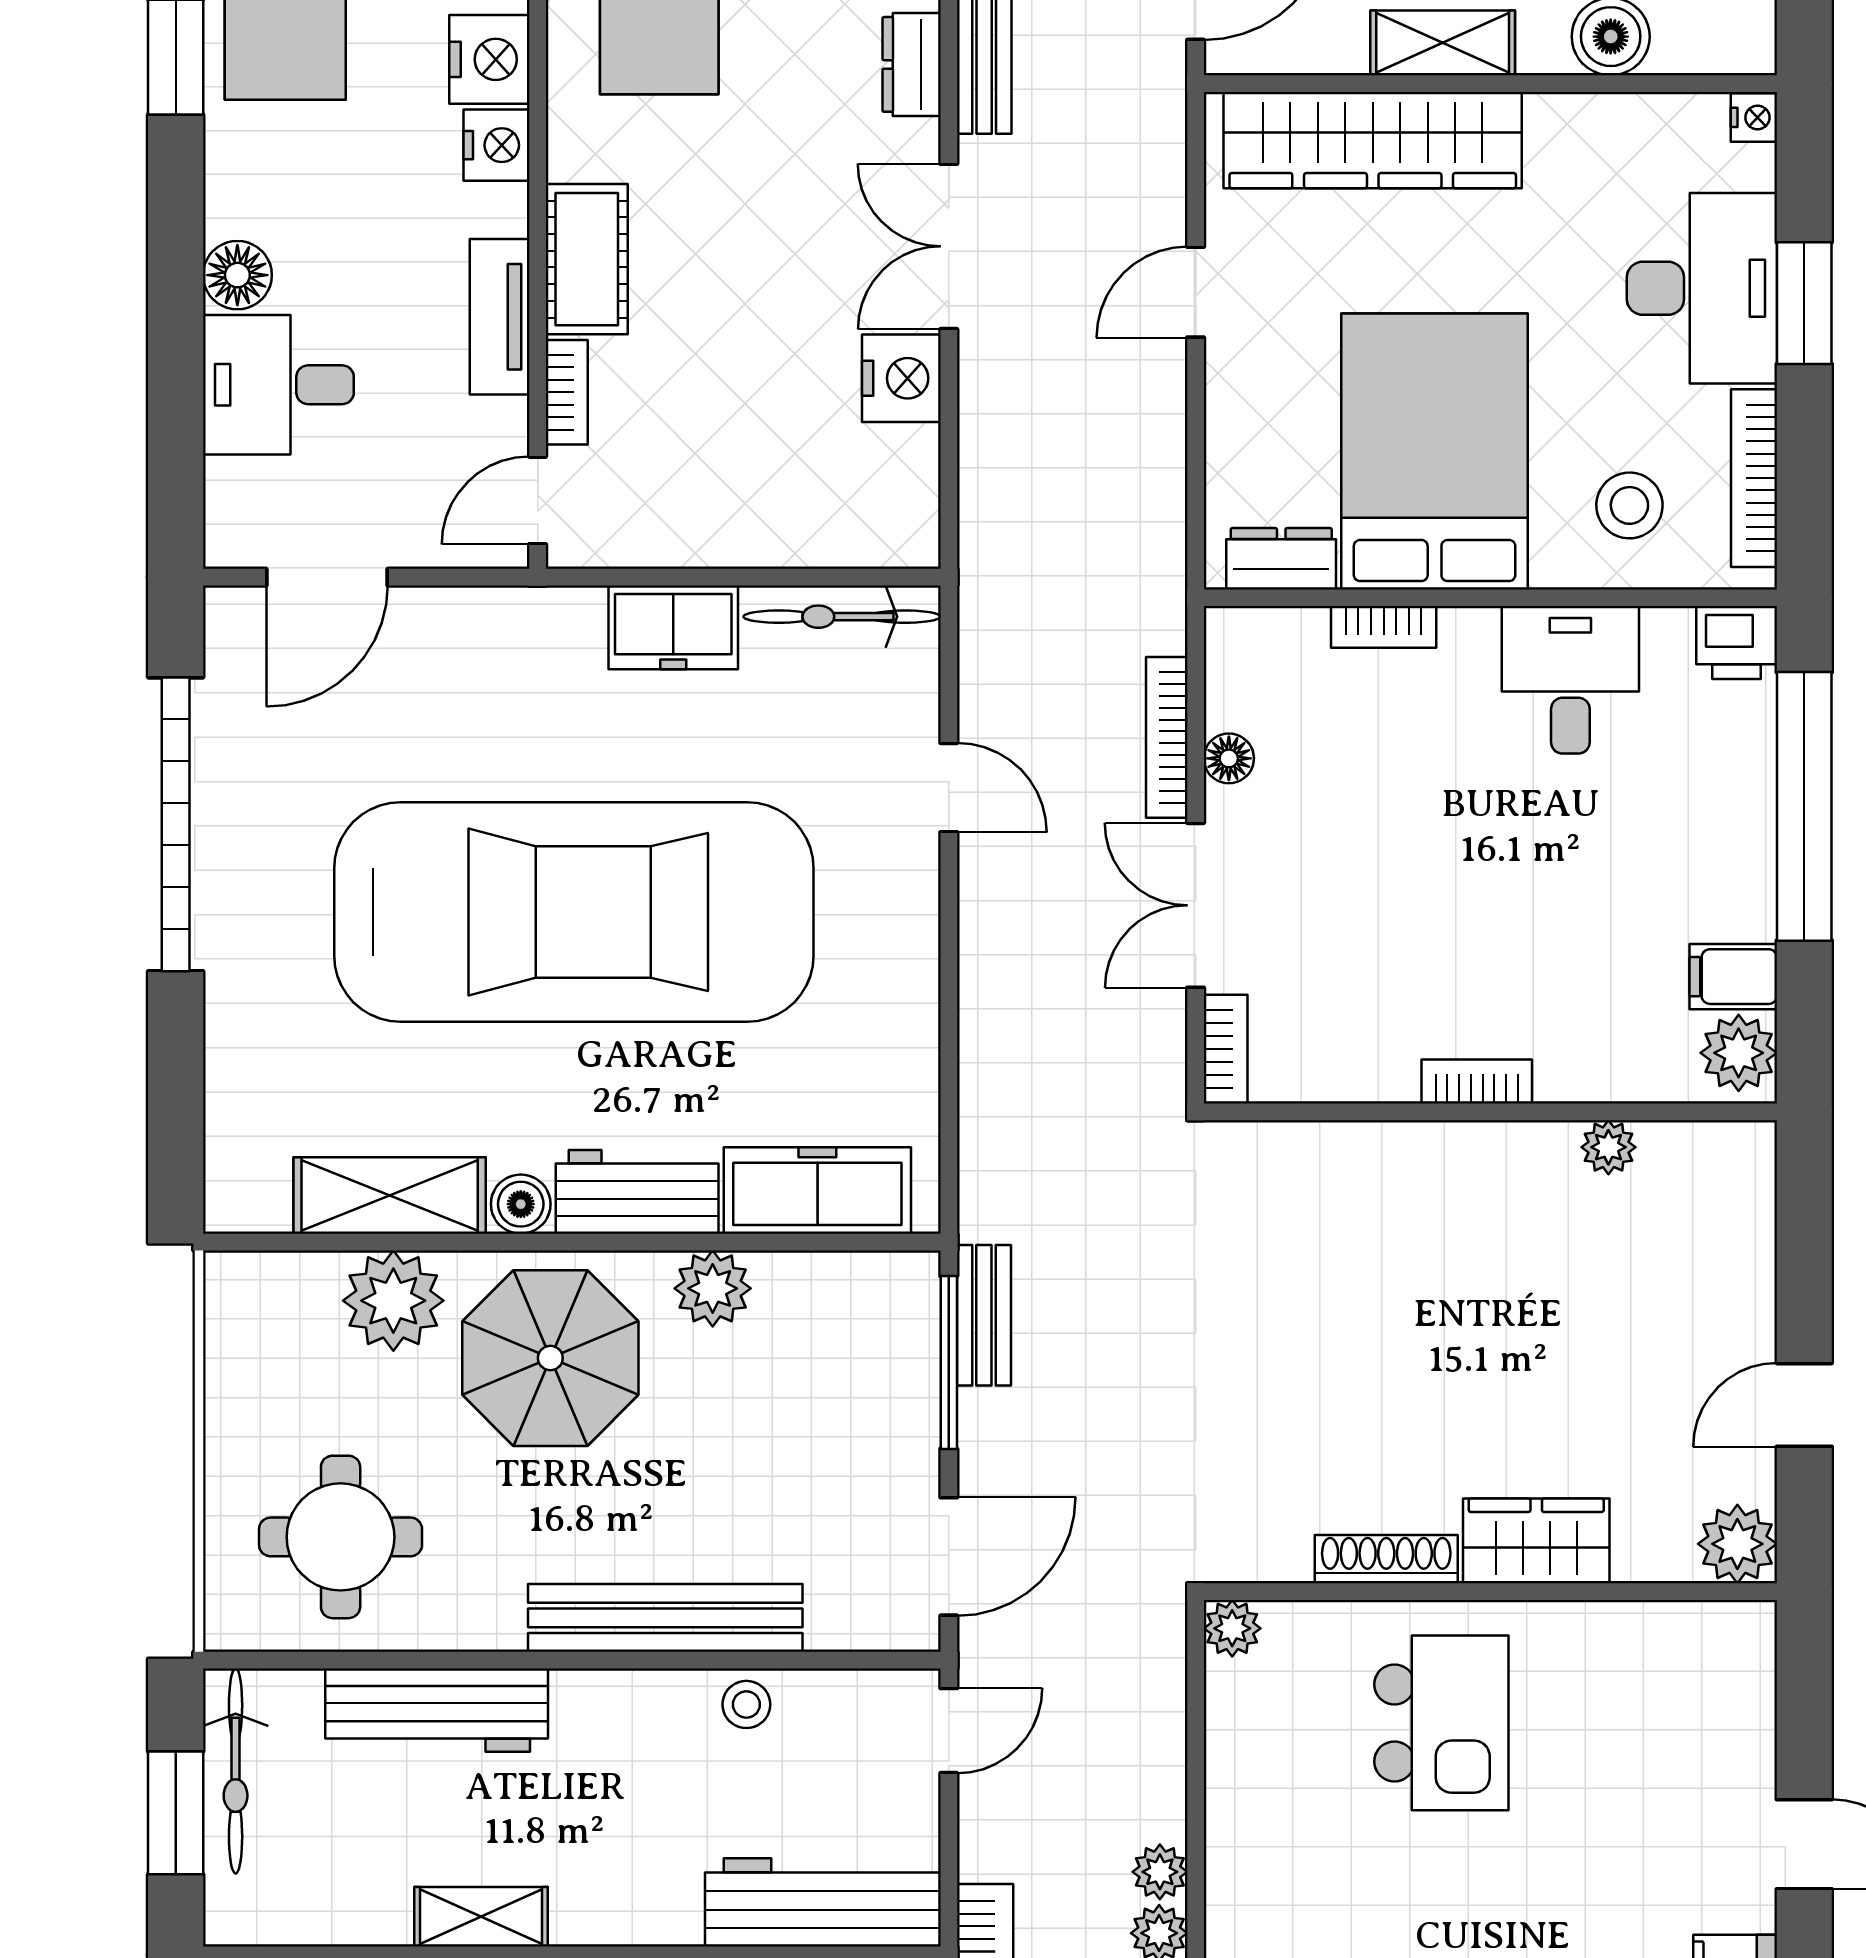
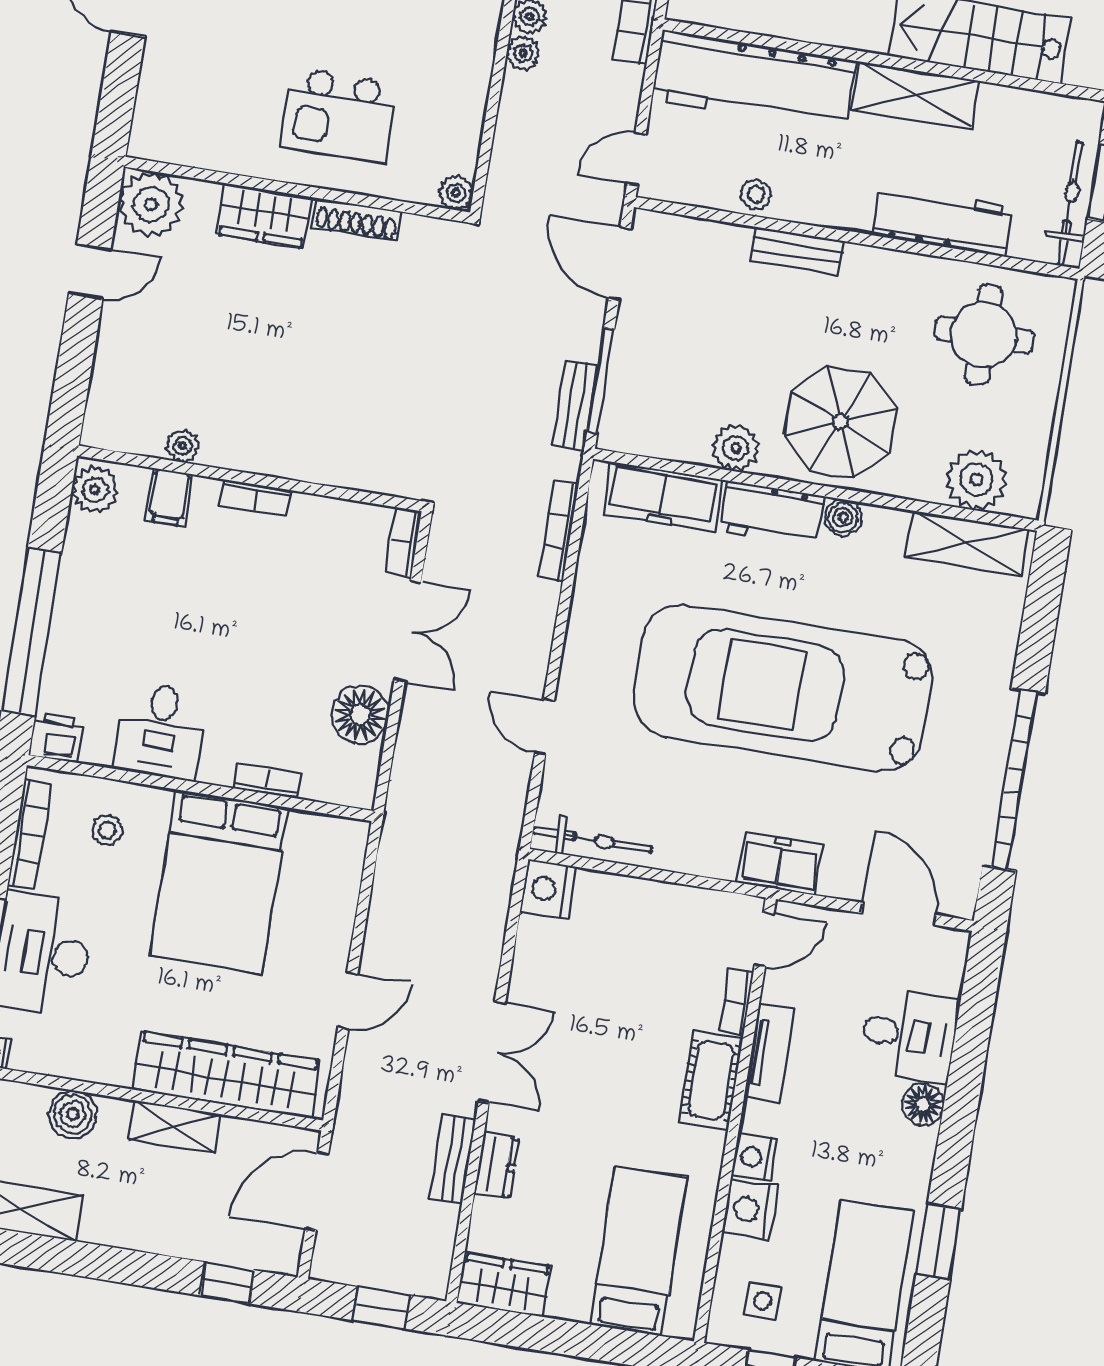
nightstand: (901, 378) -> (548, 889), moved
stool: (1629, 505) -> (107, 830), width x0.73, depth x0.73
dresser: (1281, 559) -> (322, 832), removed
door: (327, 577) -> (898, 914), hinge flipped
freezer: (673, 627) -> (780, 864), moved
bookcase: (1167, 737) -> (558, 531), moved, turned 180
floor lamp: (1229, 758) -> (360, 715), width x1.89, depth x1.89
filing cabinet: (1733, 977) -> (169, 497), moved, turned 90
shelving: (390, 1195) -> (967, 543), moved
plant: (393, 1301) -> (976, 479), moved
plant: (1737, 1544) -> (151, 204), width x1.36, depth x1.36
door: (949, 1556) -> (620, 264), hinge flipped
bench: (665, 1618) -> (797, 251), width x0.54, depth x0.82
kitchen island: (1441, 1723) -> (339, 115), turned -90
workbench: (823, 1902) -> (754, 80), width x1.36, depth x1.32
shelving: (481, 1917) -> (915, 95), width x1.50, depth x1.33

